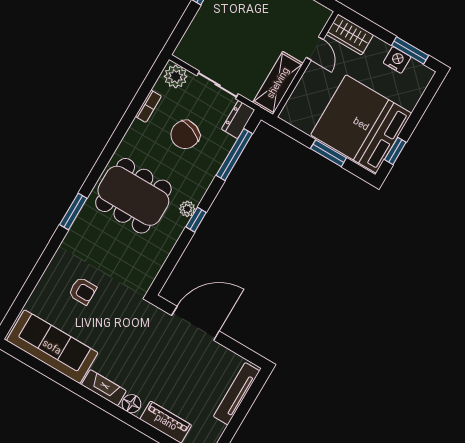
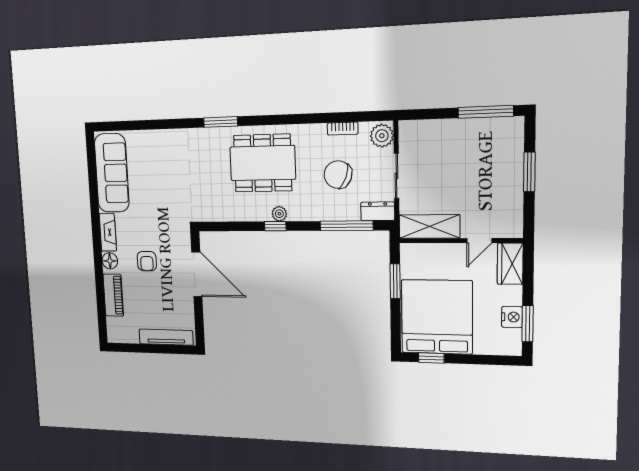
window: (328, 153) -> (395, 281), moved
dining table: (133, 196) -> (263, 163), turned 90
armchair: (82, 291) -> (147, 261), moved

